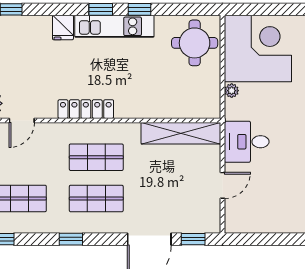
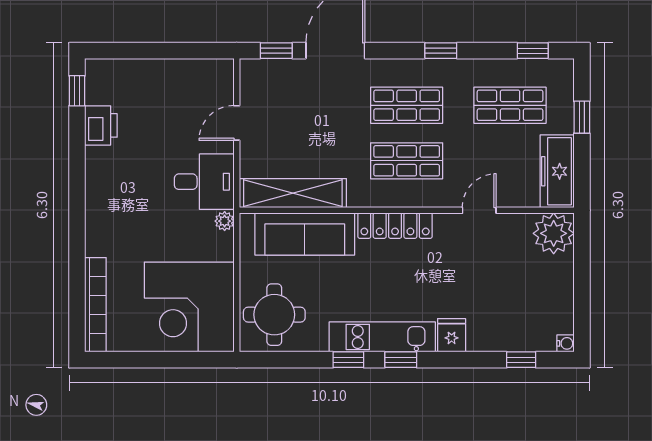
plant: (232, 91) -> (225, 221), moved
sofa: (172, 103) -> (305, 234), added
locker: (86, 109) -> (395, 226), moved
door: (22, 120) -> (479, 210), moved

